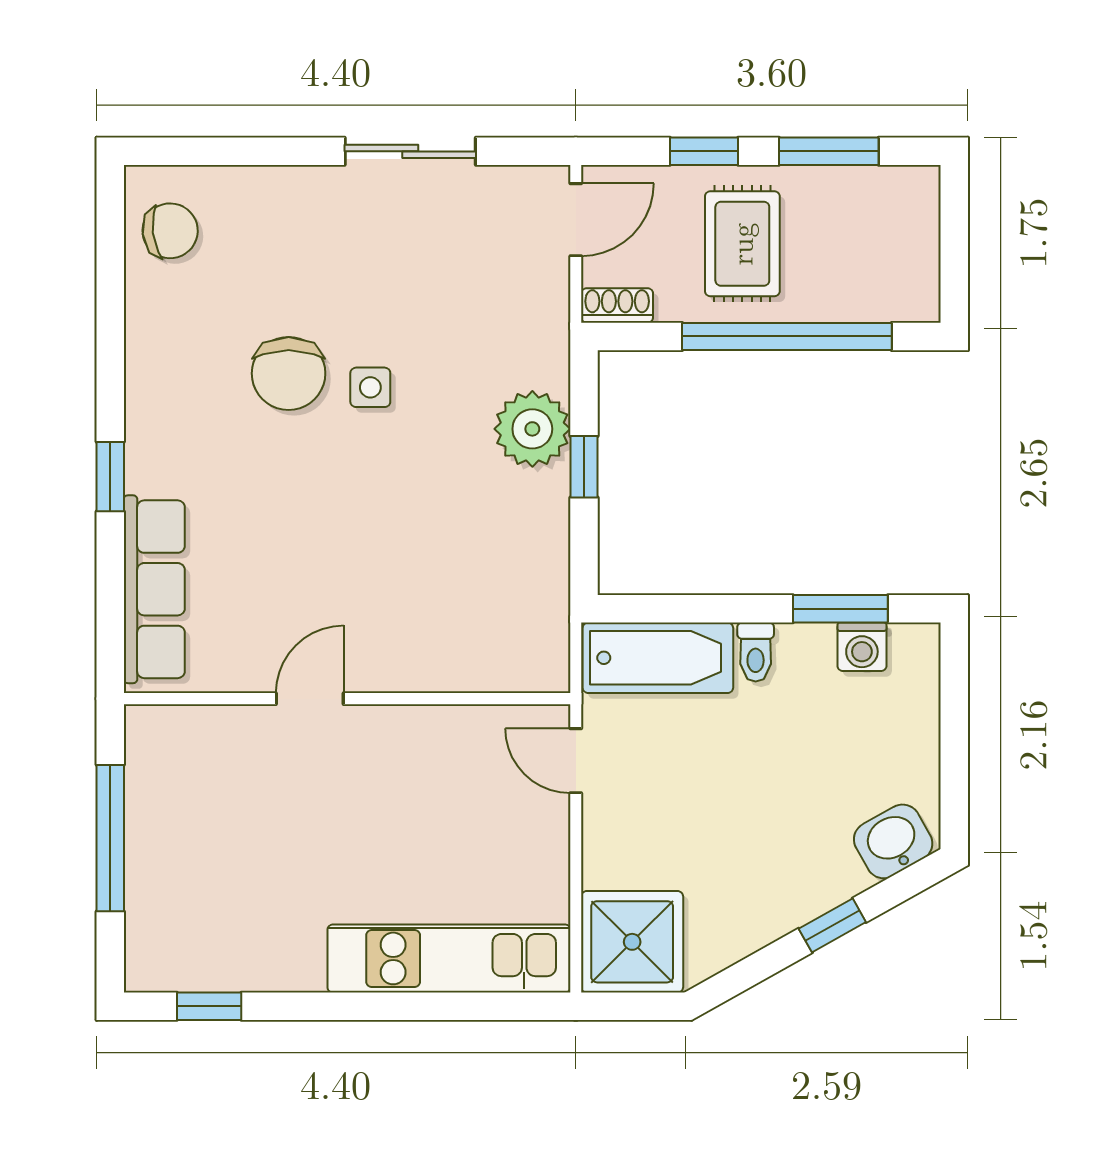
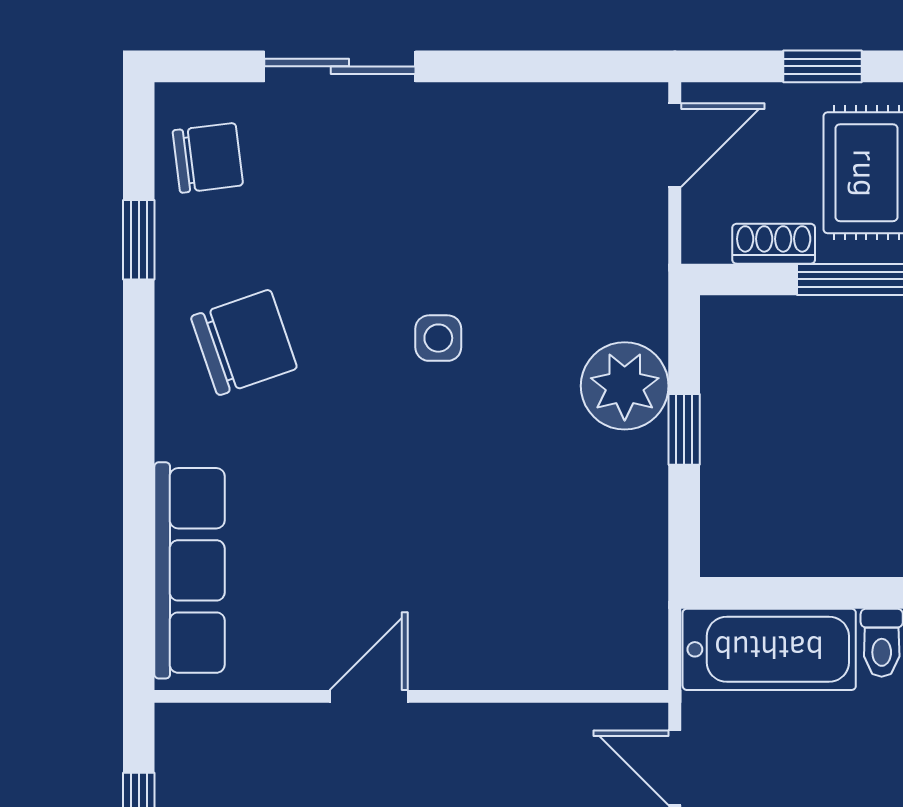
sliding door: (410, 151) -> (340, 66), moved
shoe rack: (617, 305) -> (774, 244), moved
chair: (289, 373) -> (244, 342), moved, turned -109
window: (110, 477) -> (139, 240), moved

